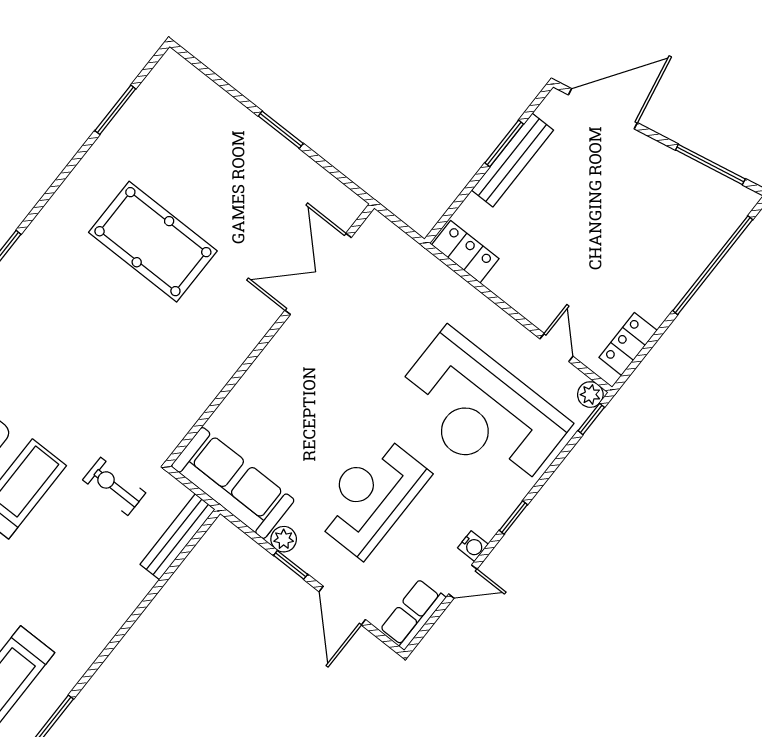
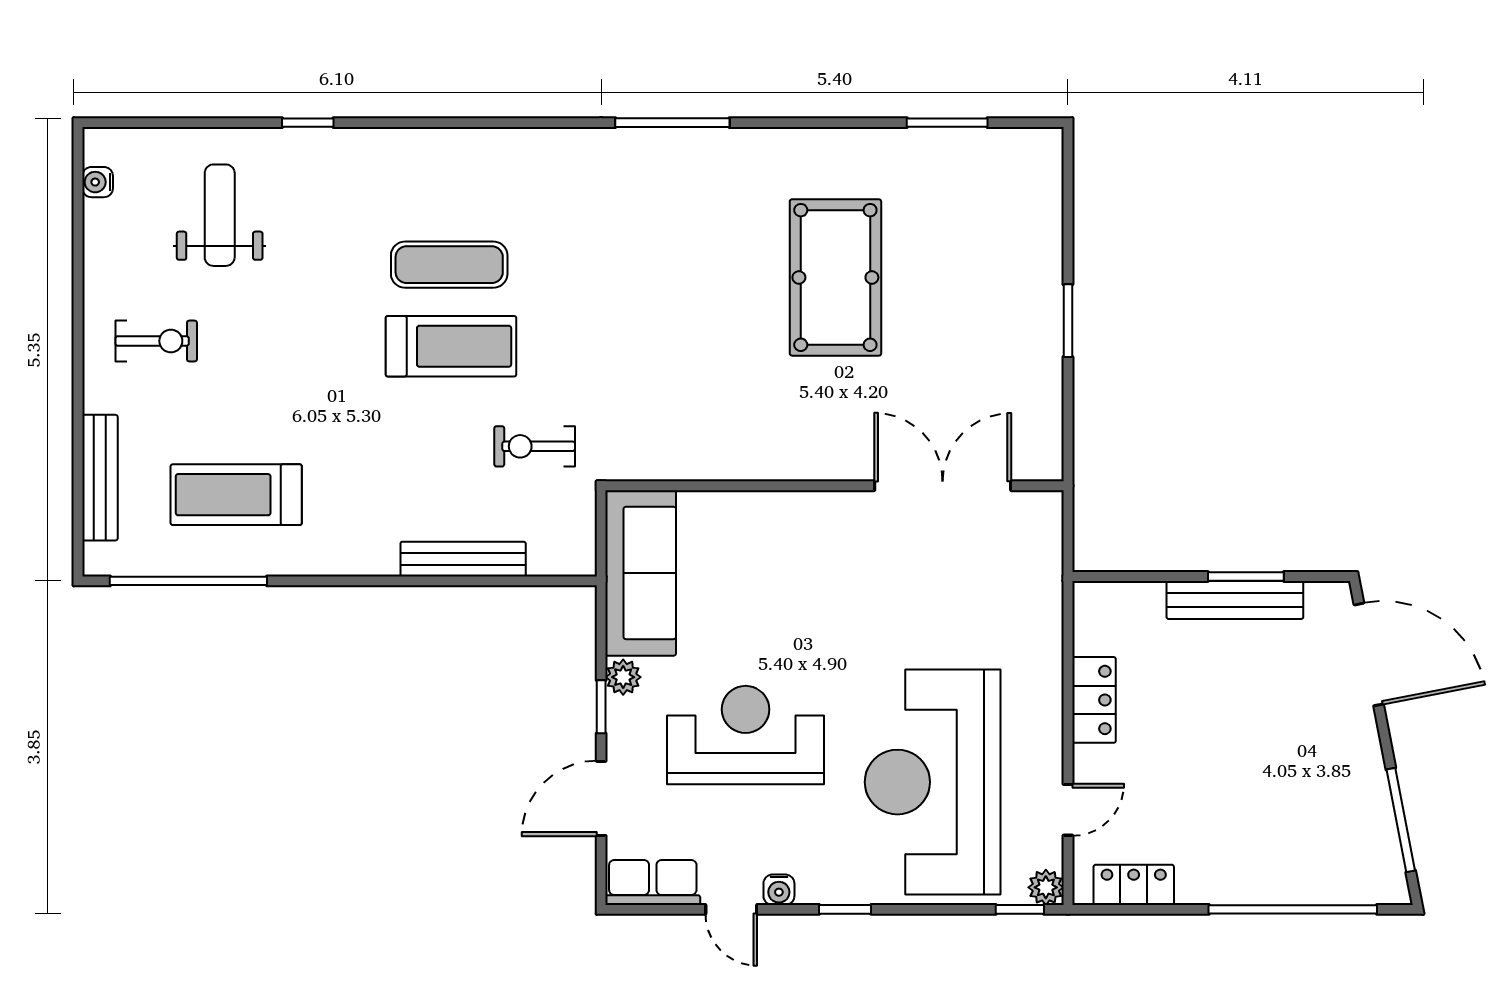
locker: (465, 252) -> (1094, 700), moved
exercise bike: (114, 486) -> (535, 446), turned -90
bench: (178, 537) -> (463, 559), moved

